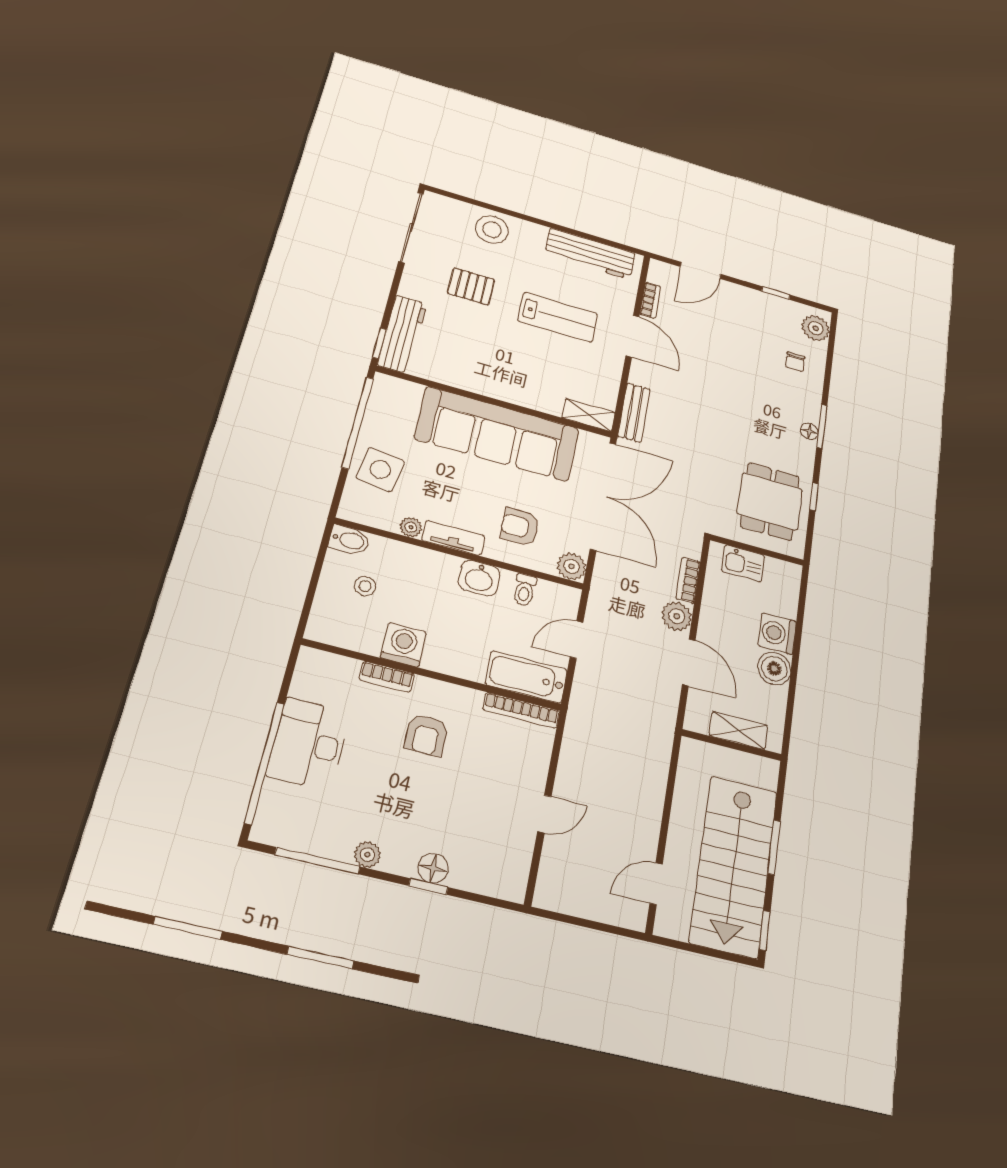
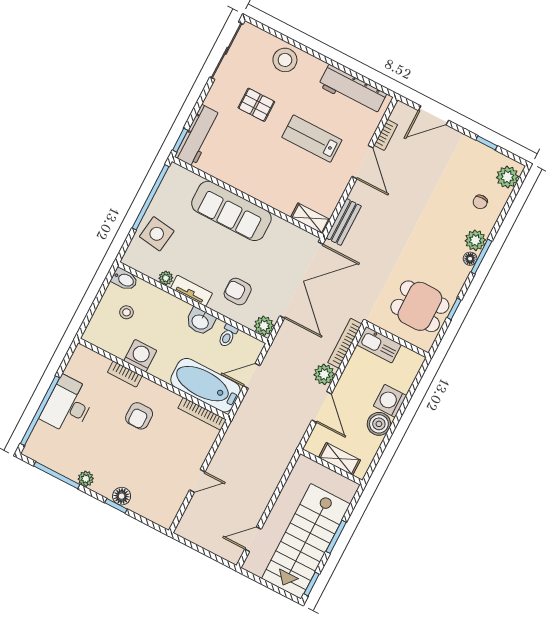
lab bench: (558, 317) -> (312, 139), turned 180
plant: (807, 408) -> (475, 240), added
sofa: (497, 434) -> (231, 211), width x0.74, depth x0.79
dining table: (770, 501) -> (420, 306), turned 90
kitchen sink: (743, 563) -> (379, 345), width x1.38
bookcase: (688, 580) -> (345, 343), width x1.56
bathtub: (526, 677) -> (206, 385), width x1.36, depth x1.36

